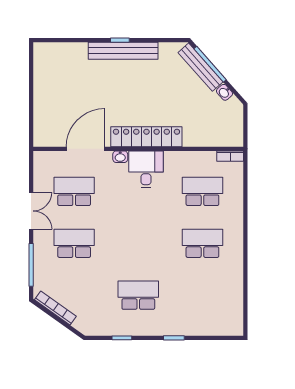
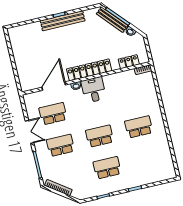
locker: (211, 139) -> (129, 62), added
school desk: (202, 191) -> (100, 136), moved

